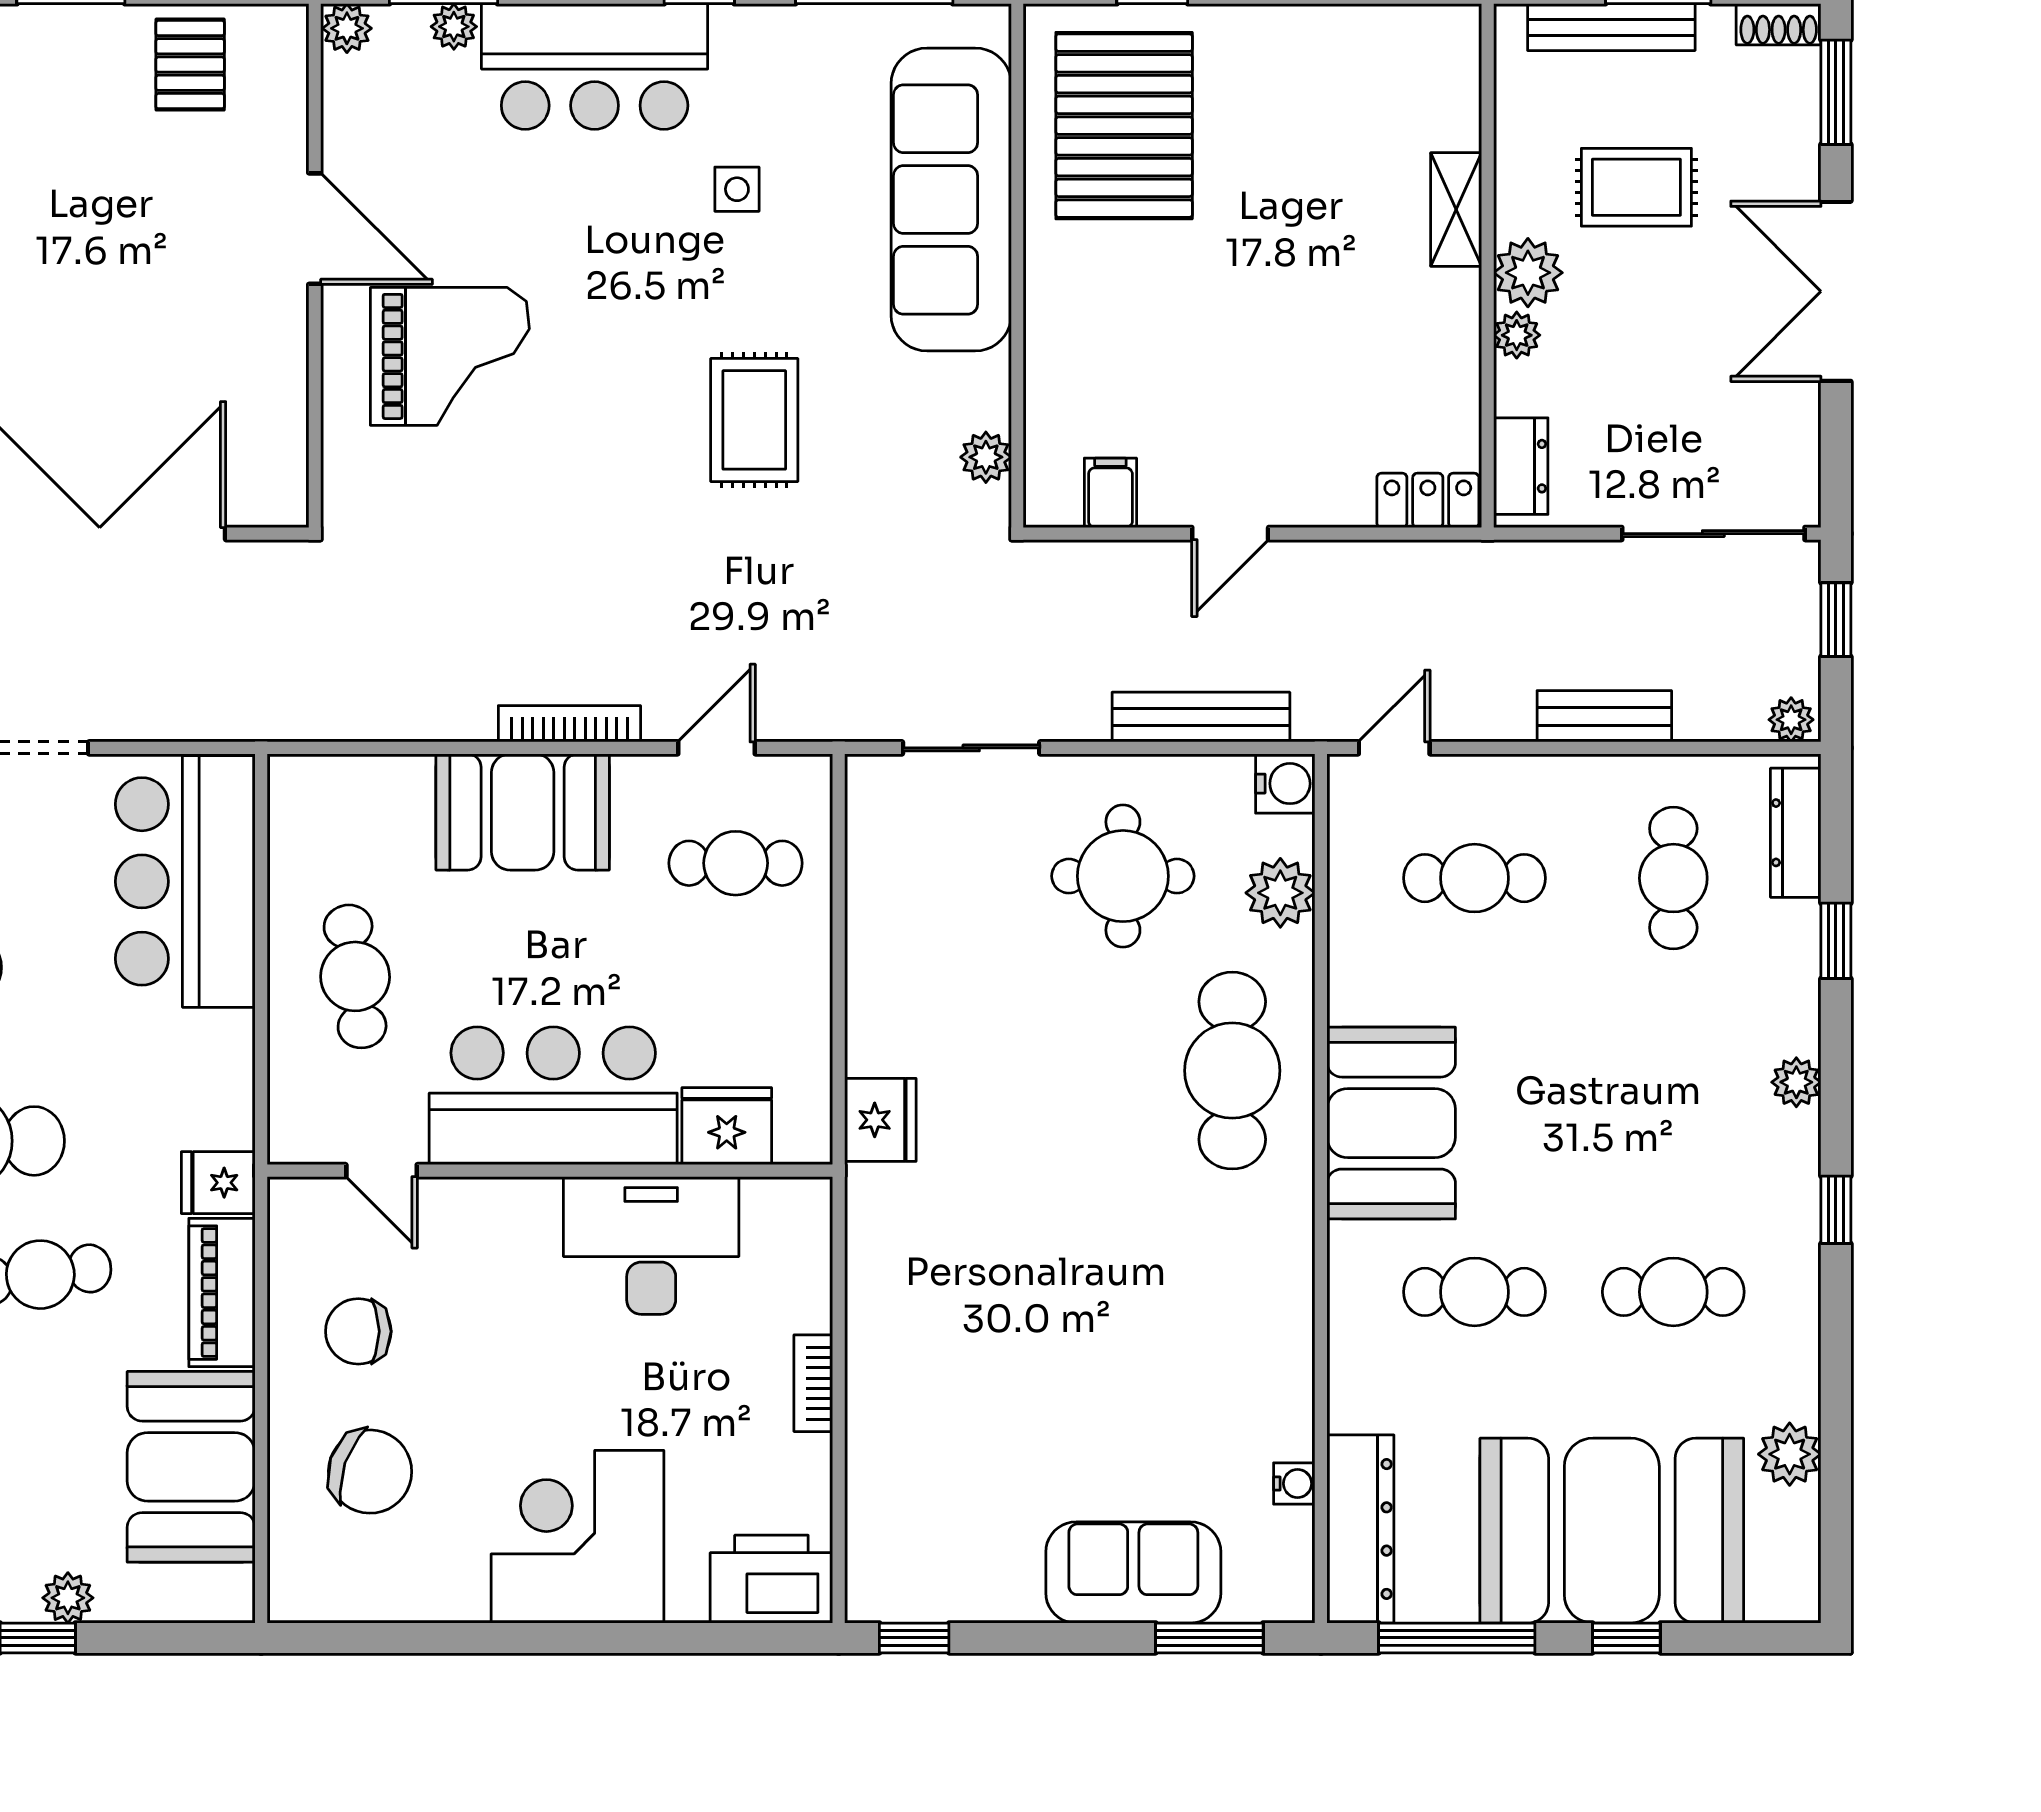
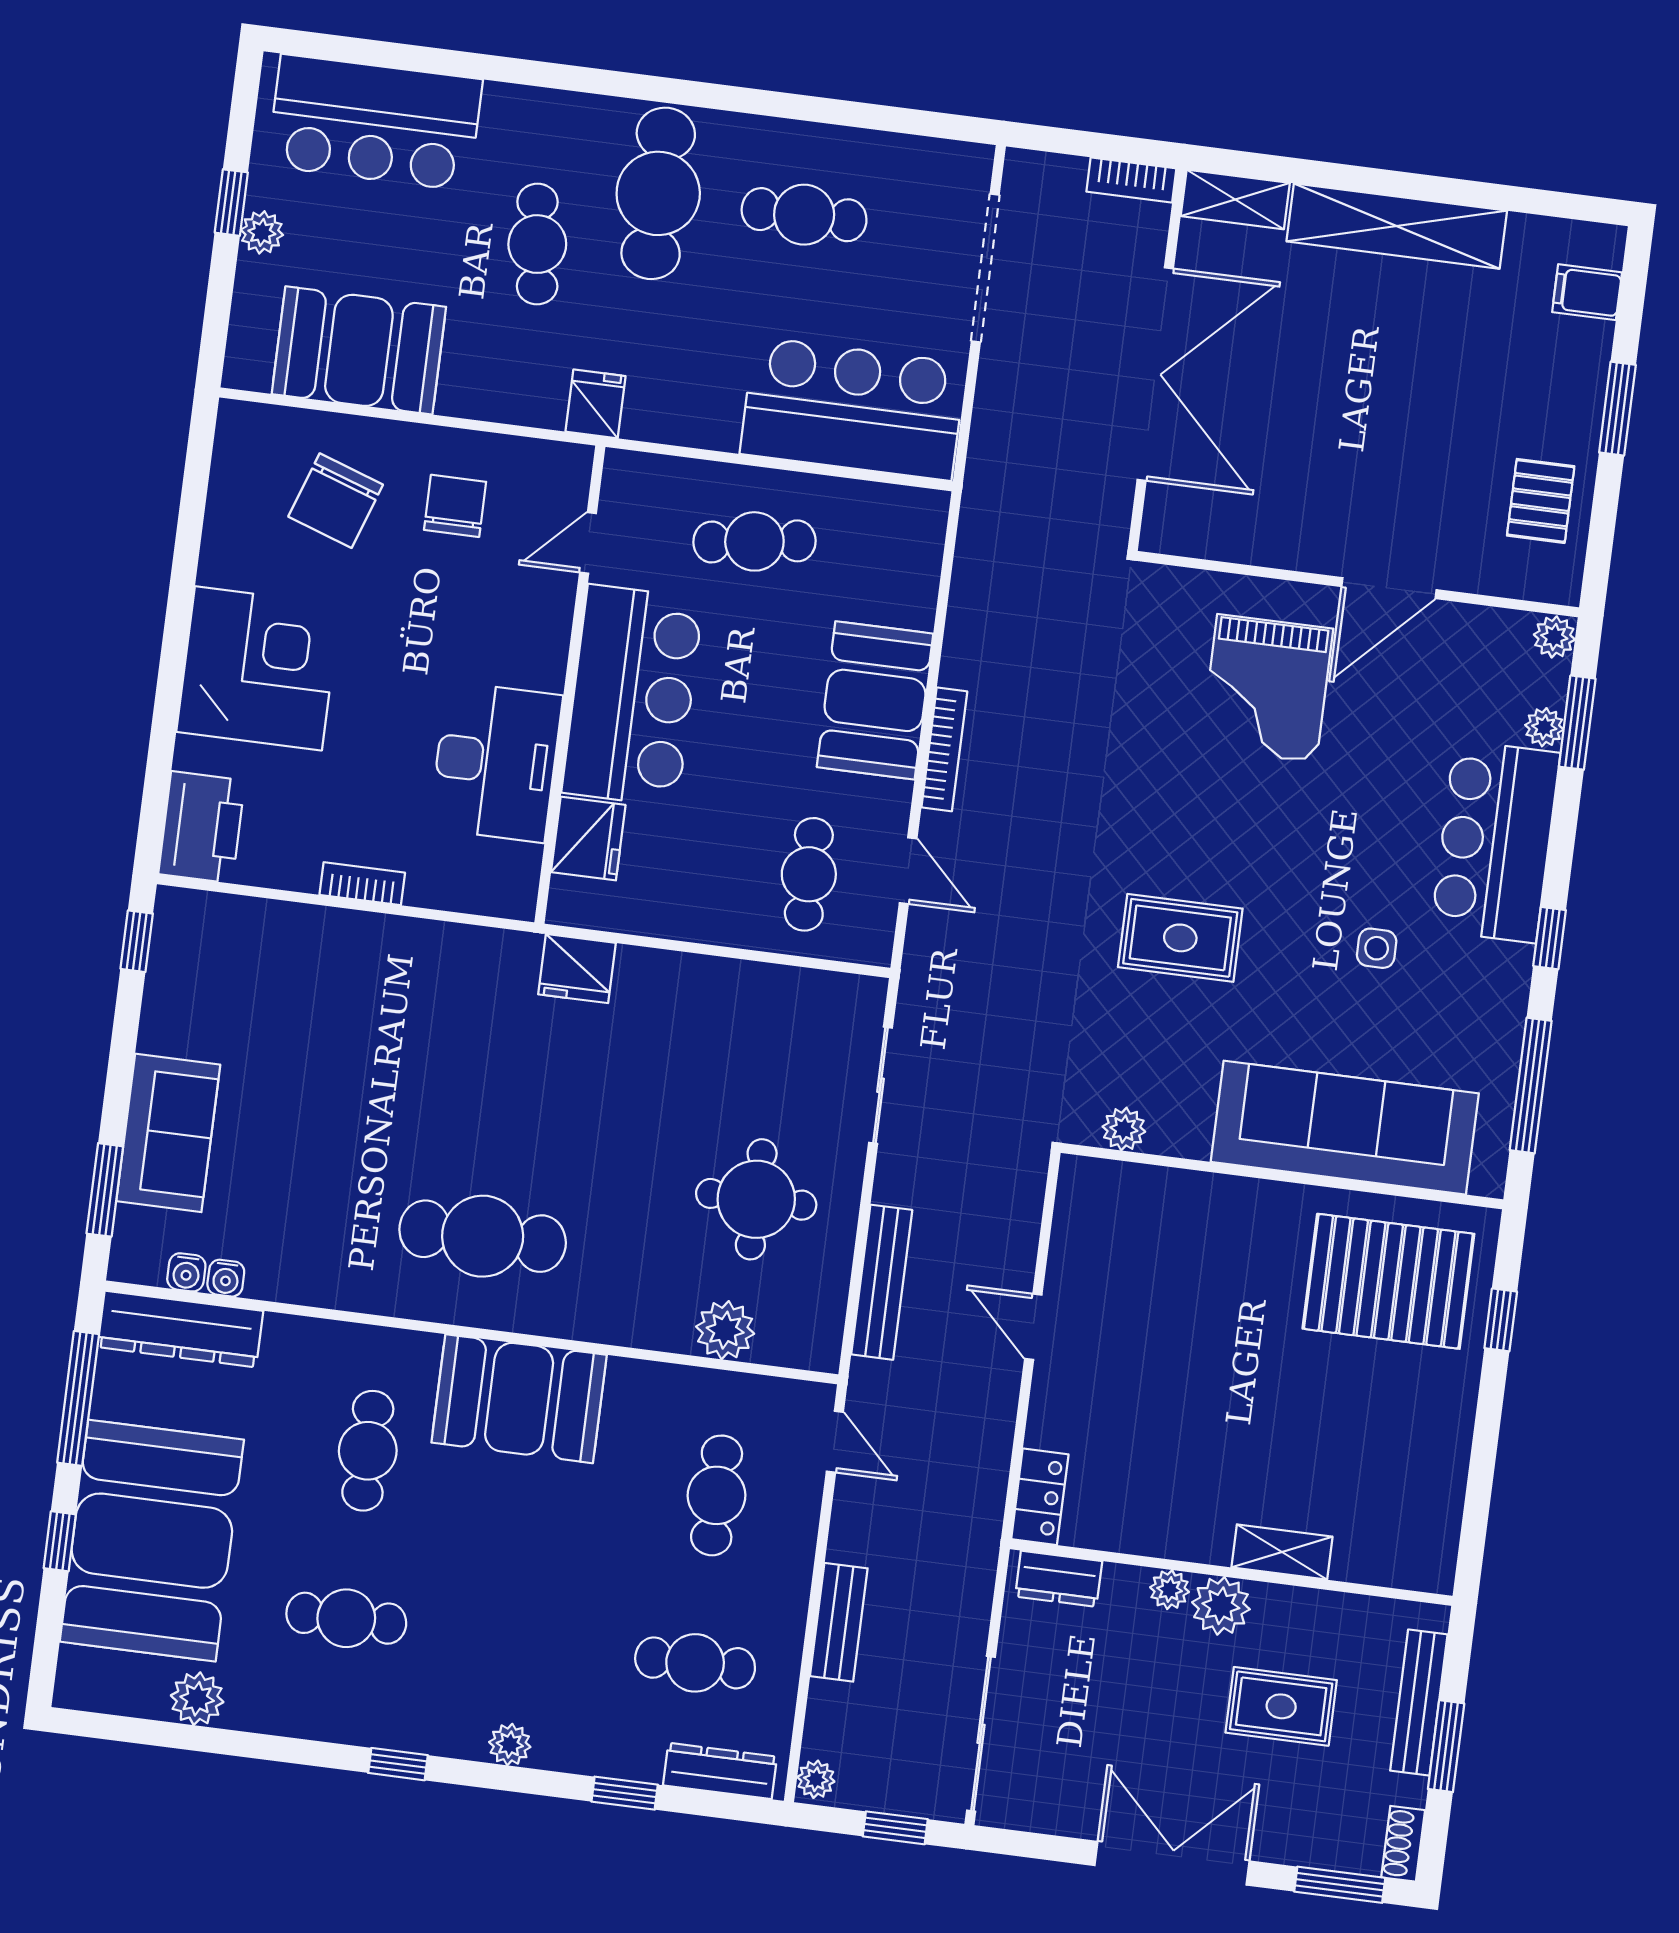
pallet: (190, 65) -> (1541, 501), turned 90
rug: (1636, 187) -> (1281, 1706), turned 90
filing cabinet: (1110, 493) -> (1080, 1230), removed
water cooler: (1285, 784) -> (186, 1272), moved, width x0.72, depth x0.72
cafe table: (1232, 1071) -> (483, 1236), moved
cafe table: (1673, 1292) -> (346, 1618), turned 90
piano: (222, 1293) -> (503, 395), removed

